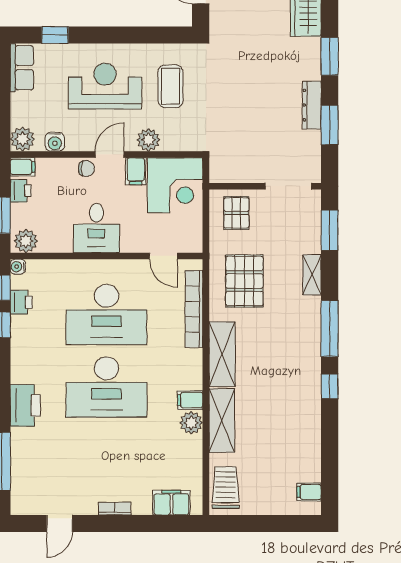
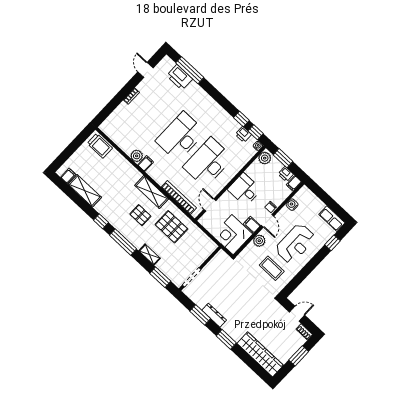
plant: (22, 139) -> (305, 193), removed
pallet: (236, 213) -> (140, 215), moved
door: (163, 256) -> (210, 205), hinge flipped
printer: (25, 405) -> (180, 77), moved
shelving: (222, 421) -> (85, 191), moved
filing cabinet: (171, 503) -> (113, 120), removed

